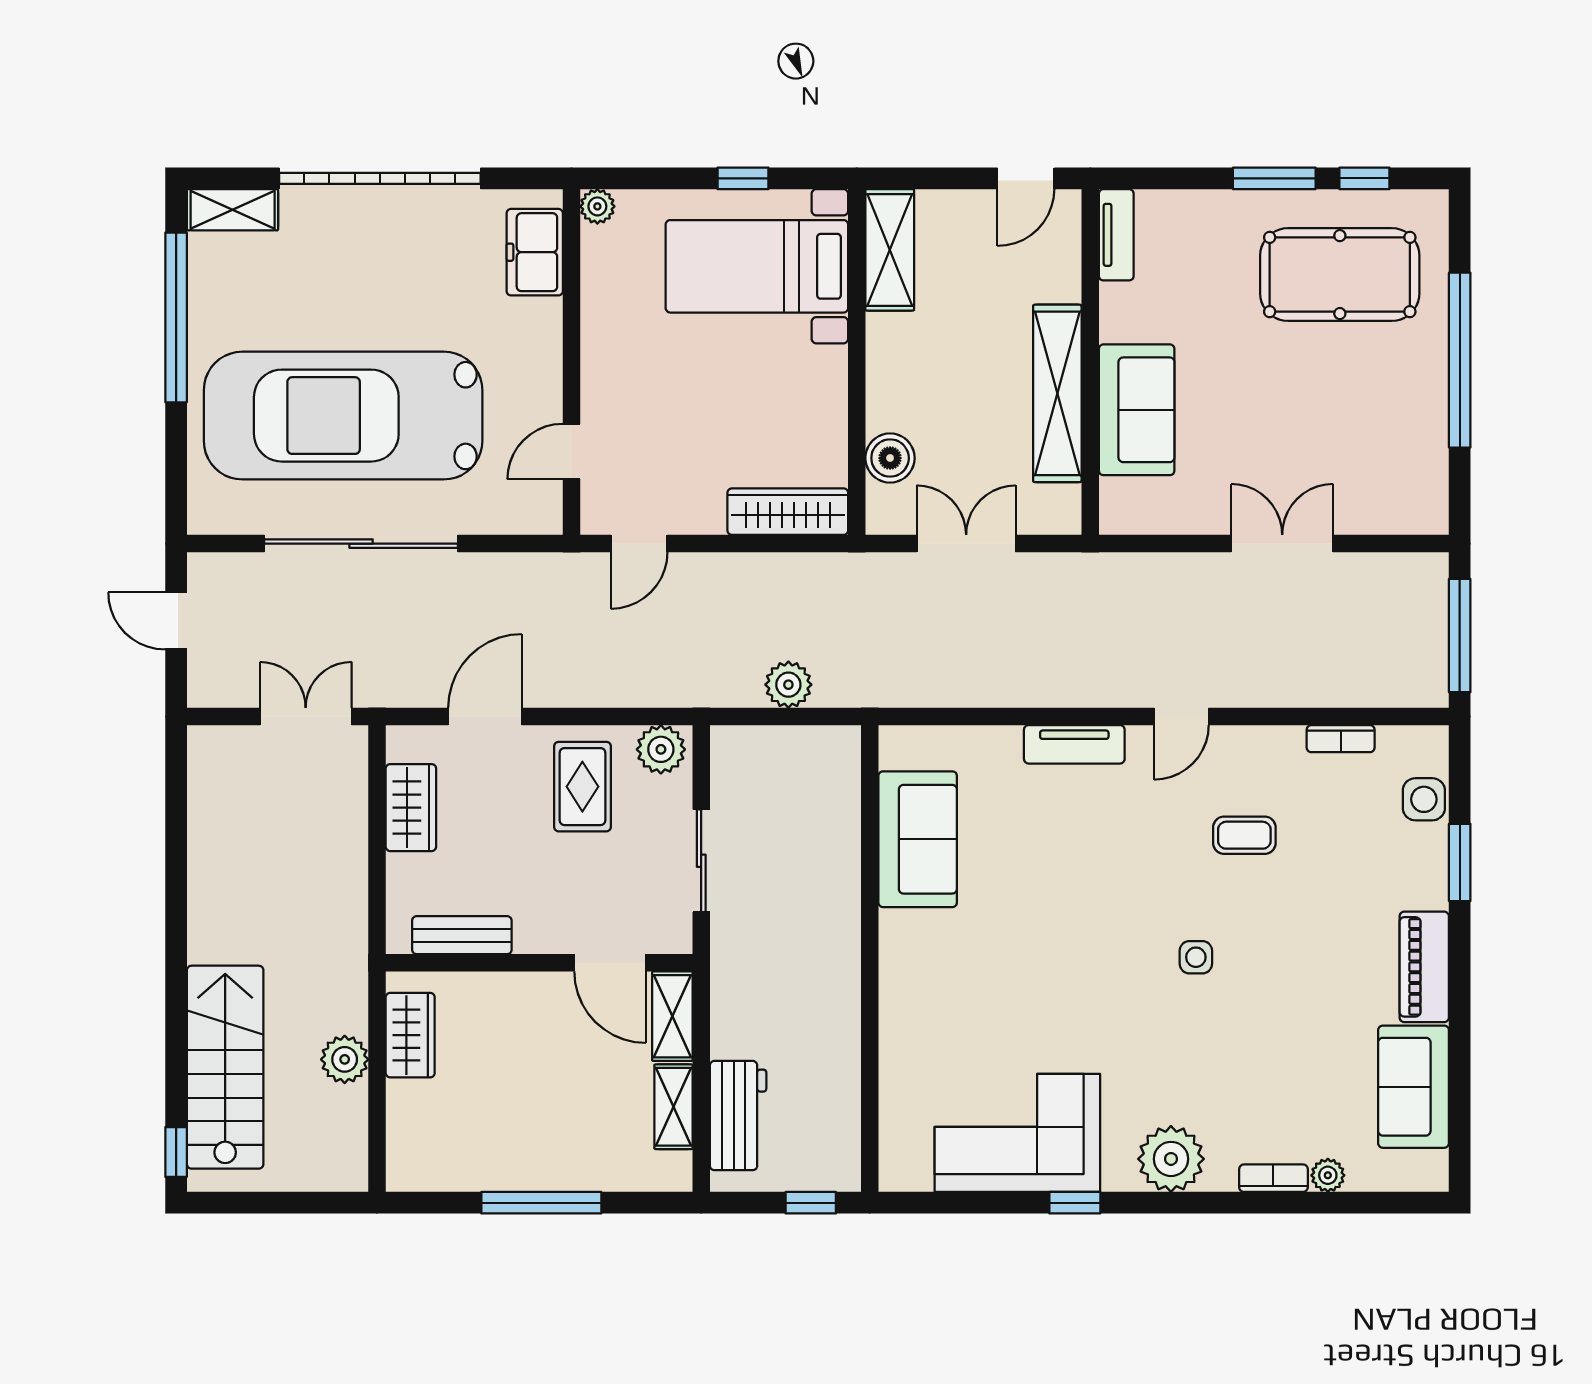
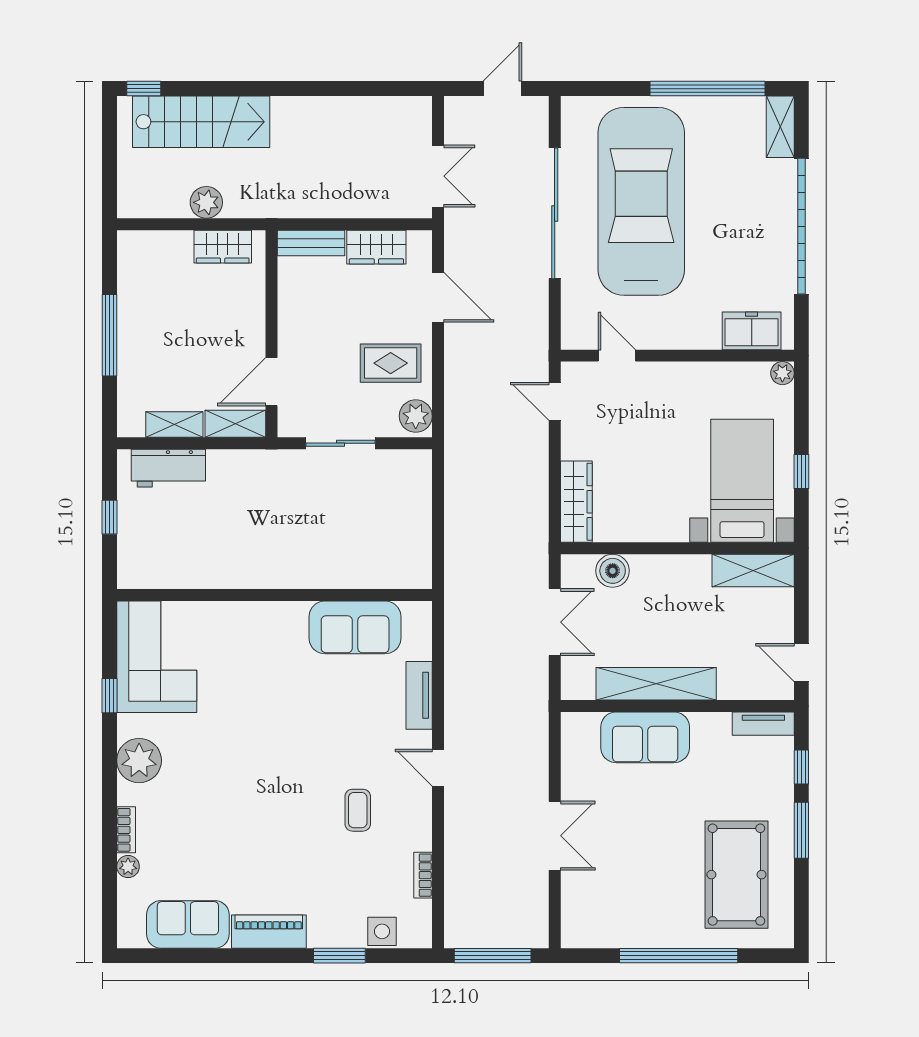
window: (1364, 178) -> (801, 767), moved
plant: (788, 685) -> (459, 502), removed
sofa: (918, 839) -> (355, 627), moved
bench: (462, 935) -> (311, 243), moved, turned 90
side table: (1196, 957) -> (275, 777), removed
wall: (870, 958) -> (274, 595), moved

